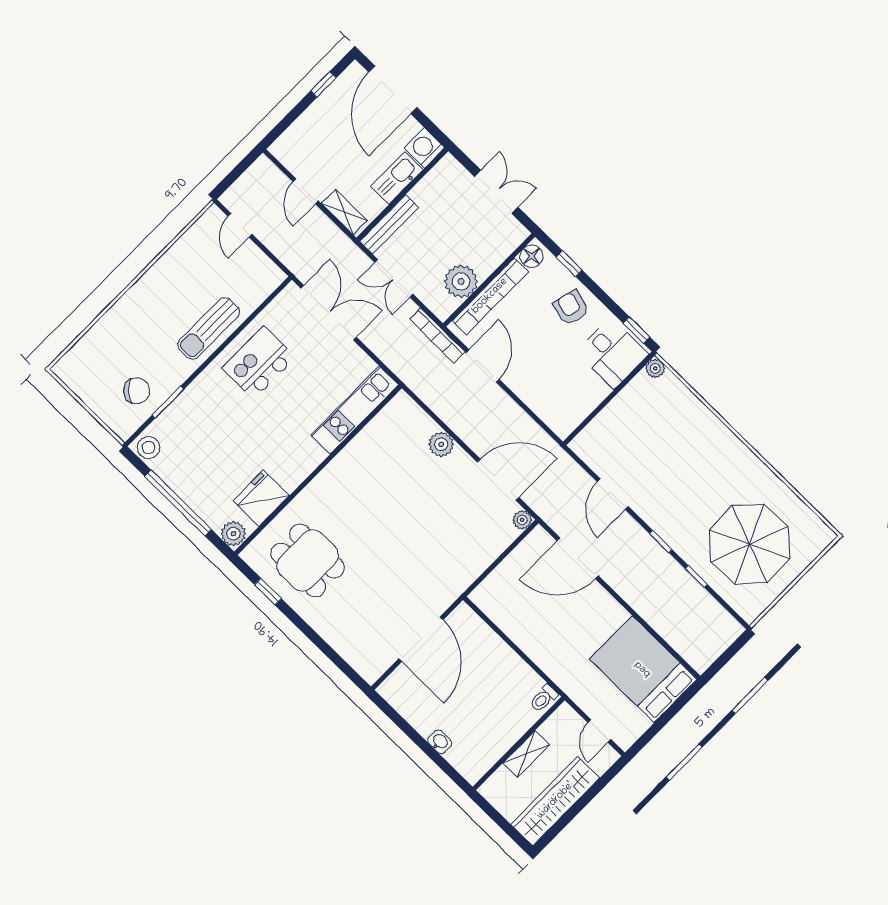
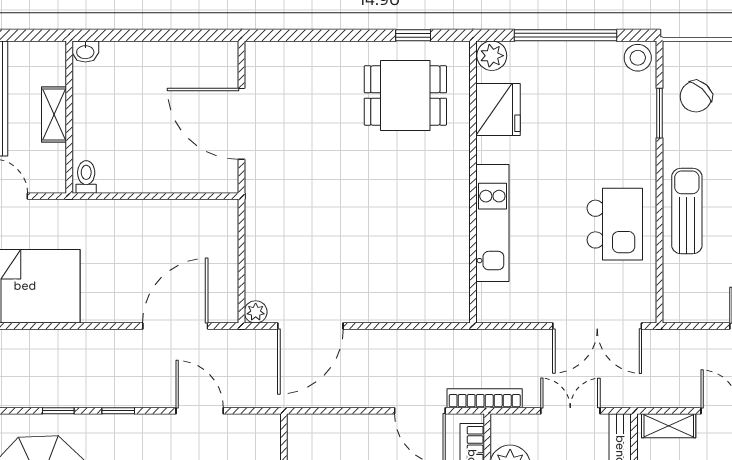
kitchen unit: (355, 410) -> (492, 223), moved
plant: (441, 444) -> (389, 308), removed
washbasin: (440, 742) -> (85, 52), moved

